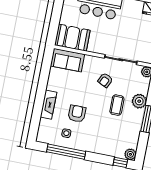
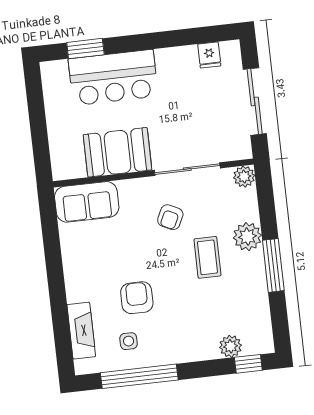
booth: (72, 38) -> (118, 152), moved
fireplace: (49, 105) -> (81, 331), moved
plant: (130, 154) -> (231, 346), moved

